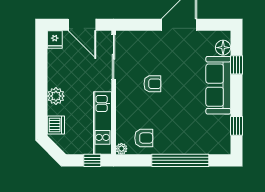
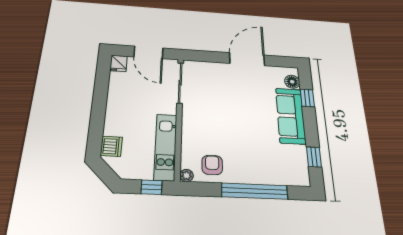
armchair: (152, 84) -> (221, 110), removed
plant: (56, 96) -> (114, 116), removed
armchair: (144, 138) -> (212, 165), turned -90

